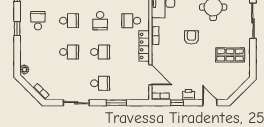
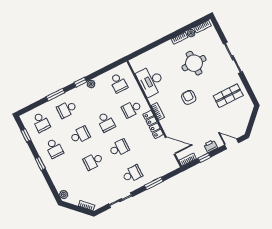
school desk: (38, 21) -> (54, 148), turned 180
school desk: (69, 52) -> (93, 161), turned 180

